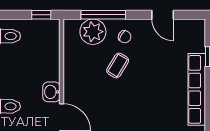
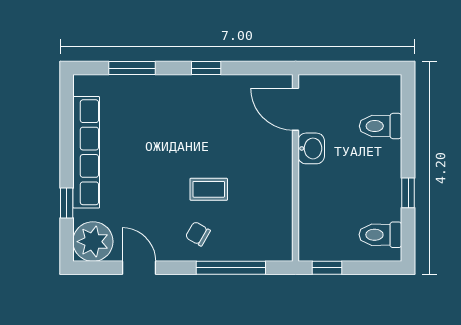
plant: (93, 32) -> (93, 242), moved
coffee table: (118, 65) -> (209, 189), turned 59

